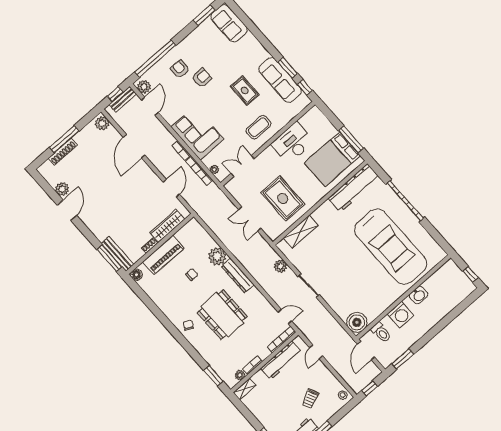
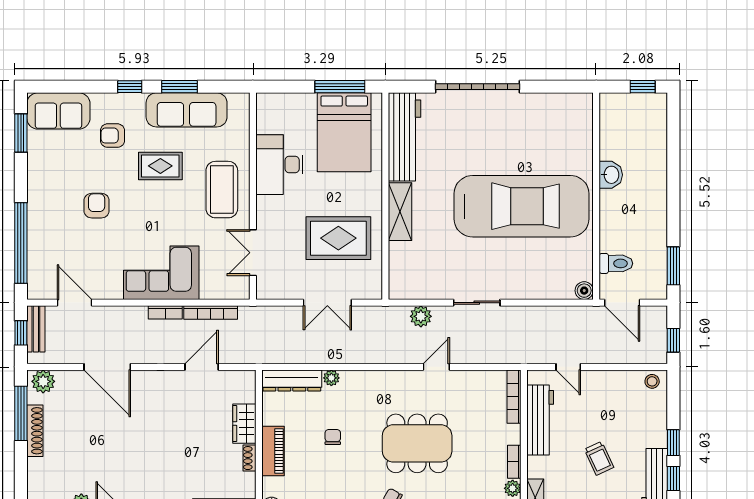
armchair: (180, 69) -> (112, 136), moved
plant: (144, 87) -> (44, 288), removed
window: (305, 87) -> (130, 87), moved
coffee table: (258, 127) -> (222, 190), width x1.36, depth x1.32
window: (64, 139) -> (21, 413), moved
shoe rack: (63, 152) -> (35, 431), moved
plant: (214, 169) -> (226, 292), removed
door: (171, 188) -> (202, 367), hinge flipped
wardrobe: (167, 226) -> (244, 424), width x0.67
shelving: (301, 232) -> (400, 212), moved
car: (391, 247) -> (522, 206), moved
piano: (163, 255) -> (273, 451), width x0.73, depth x0.75
plant: (217, 256) -> (331, 378), width x0.53, depth x0.53
dresser: (238, 276) -> (292, 380), moved
washing machine: (401, 315) -> (615, 219), removed
door: (285, 317) -> (436, 367), moved
boiler: (357, 322) -> (584, 291), width x0.54, depth x0.54
trolley: (310, 399) -> (599, 458), moved

